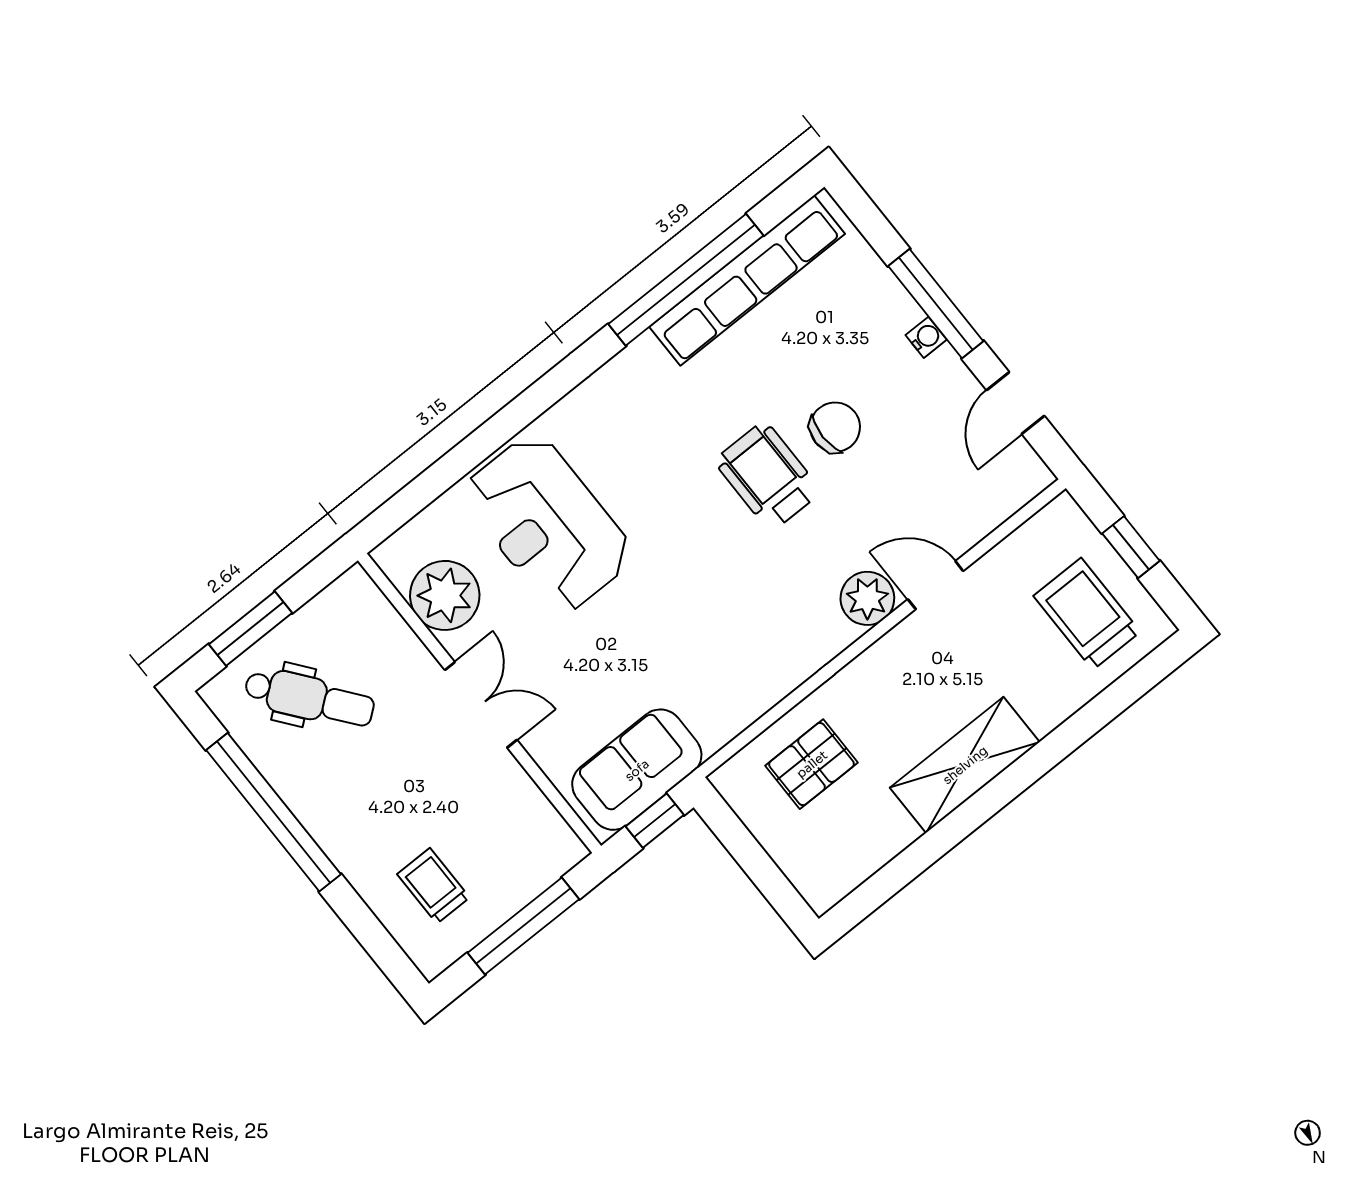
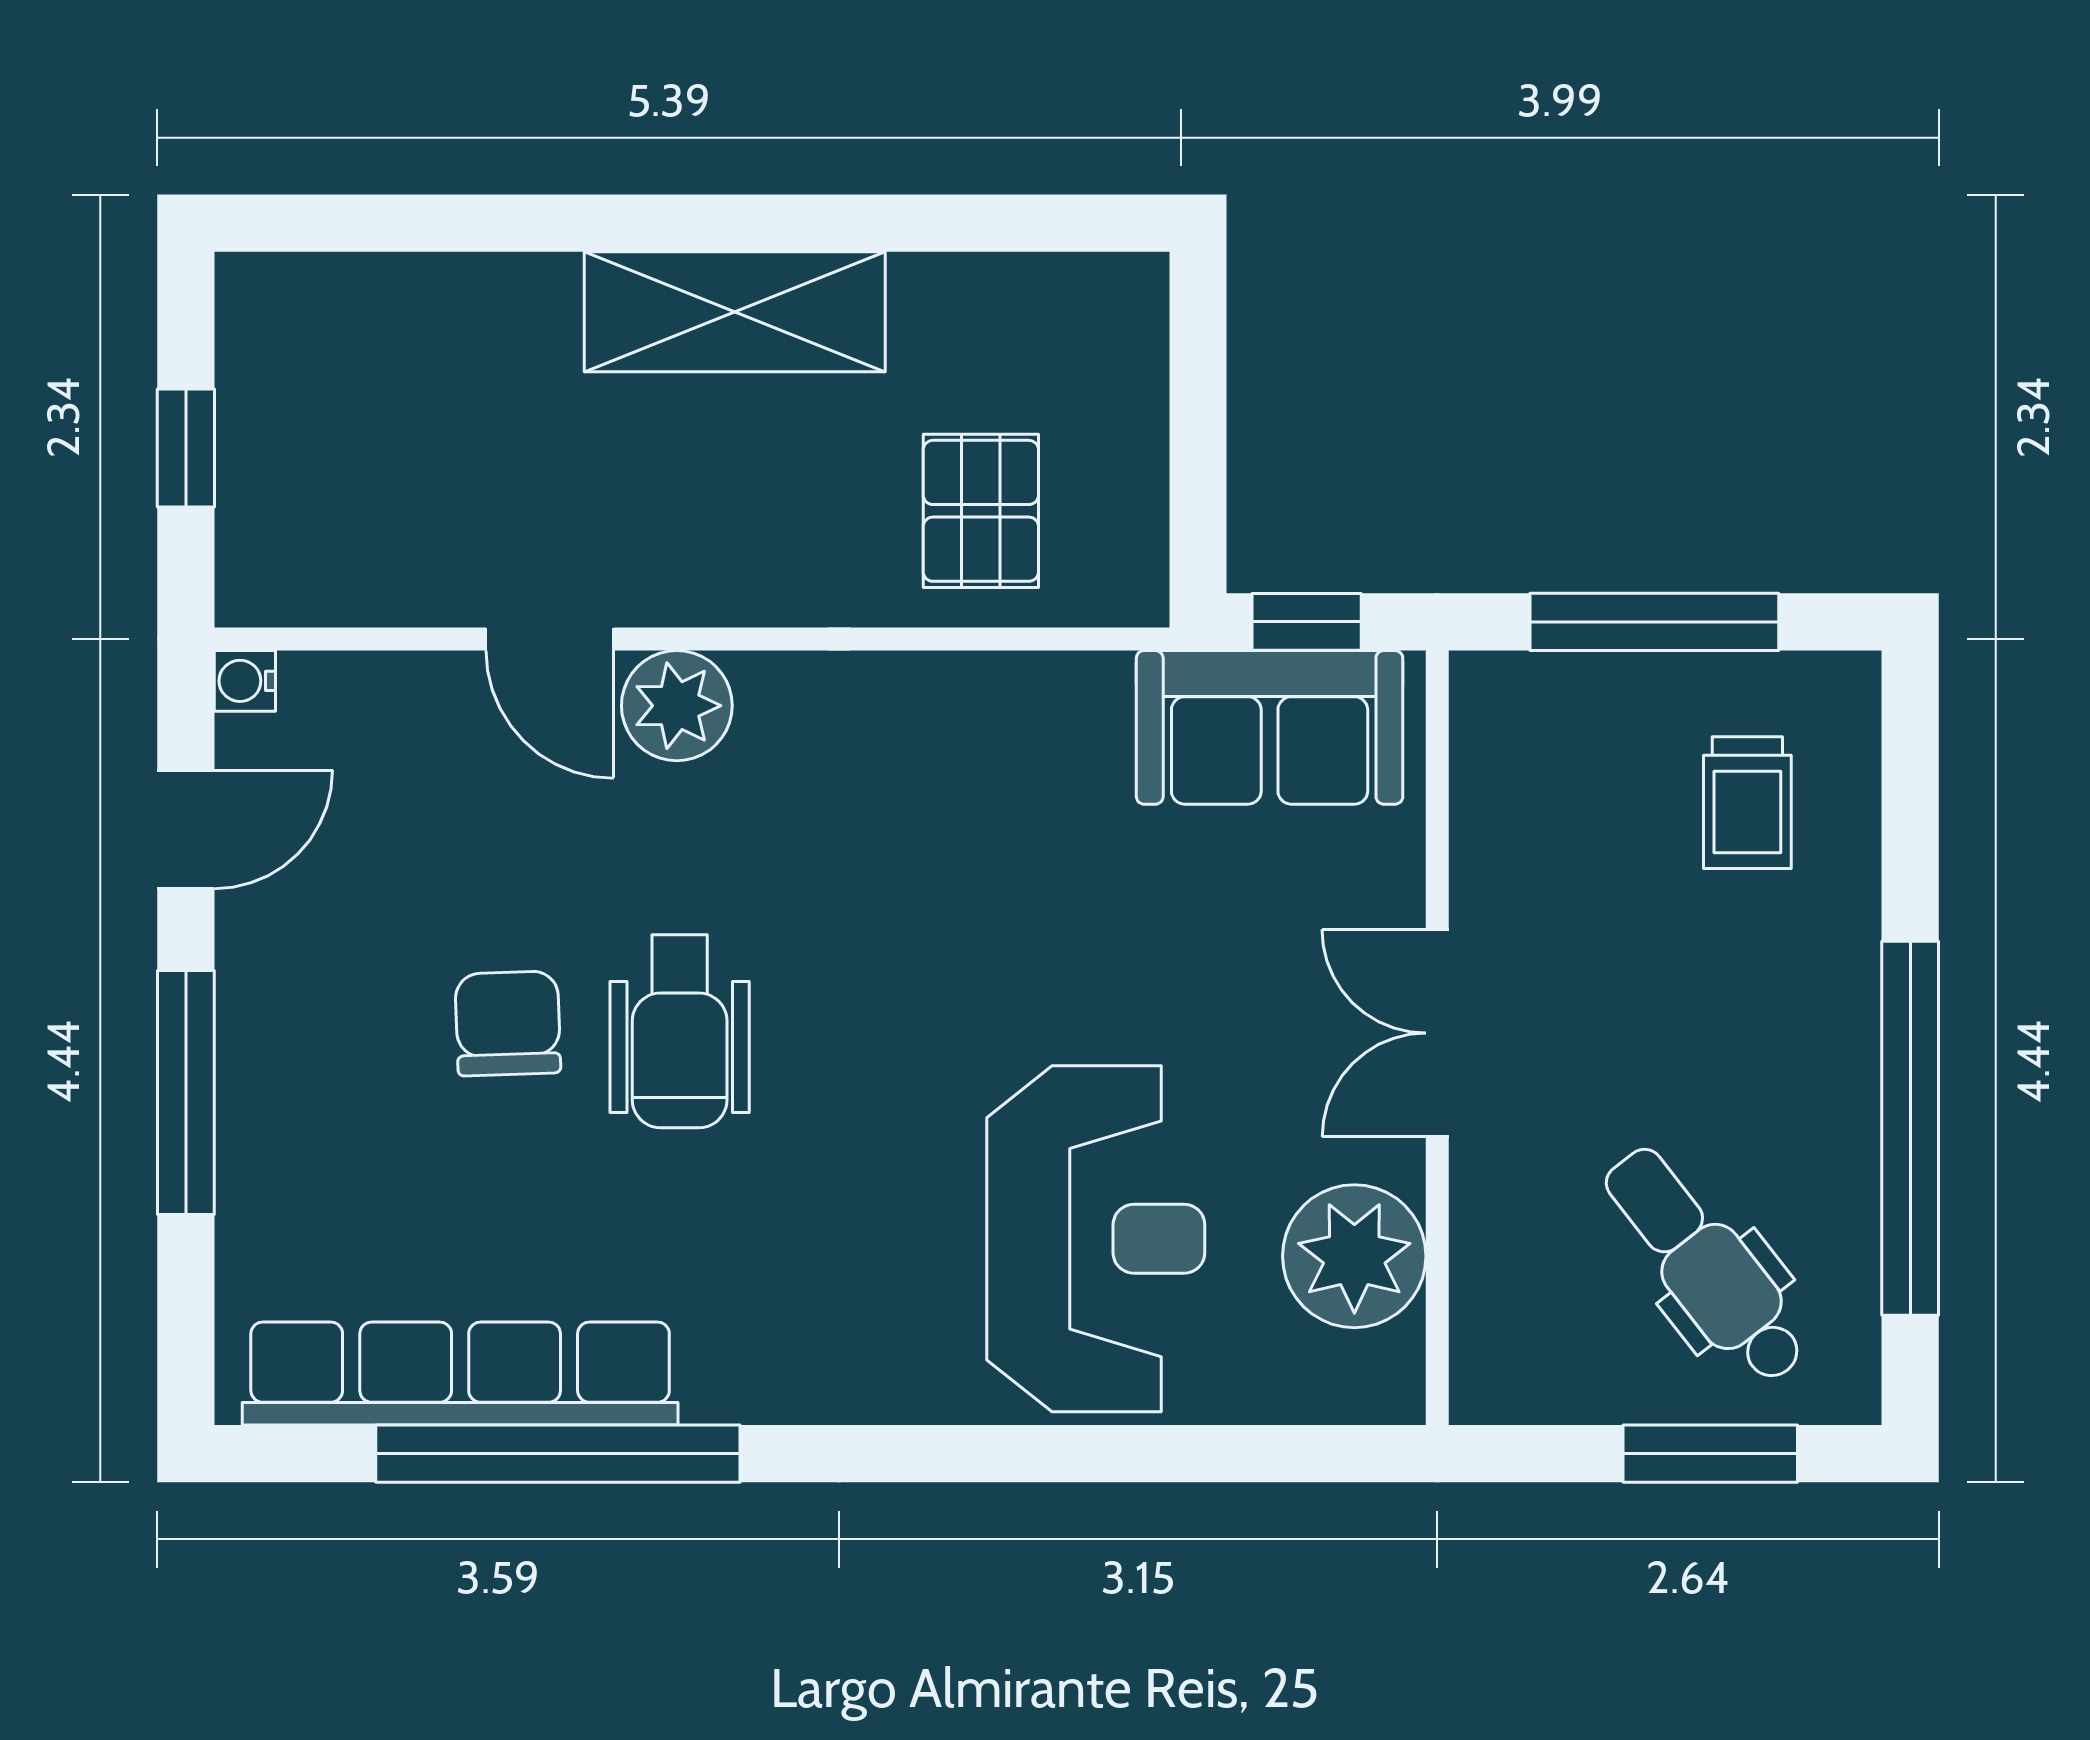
water cooler: (926, 337) -> (245, 681), moved
chair: (835, 427) -> (508, 1023), turned 88
trolley: (1087, 614) -> (343, 397), removed
pallet: (812, 764) -> (981, 511), turned 90

